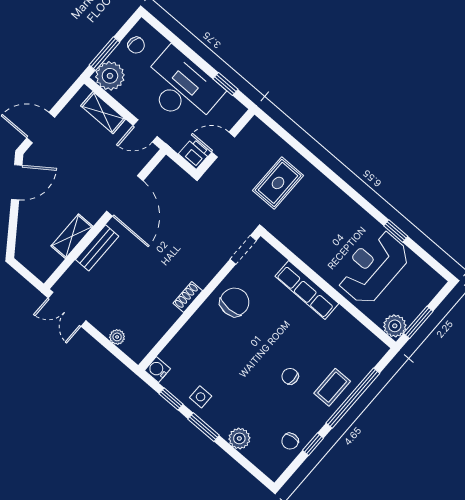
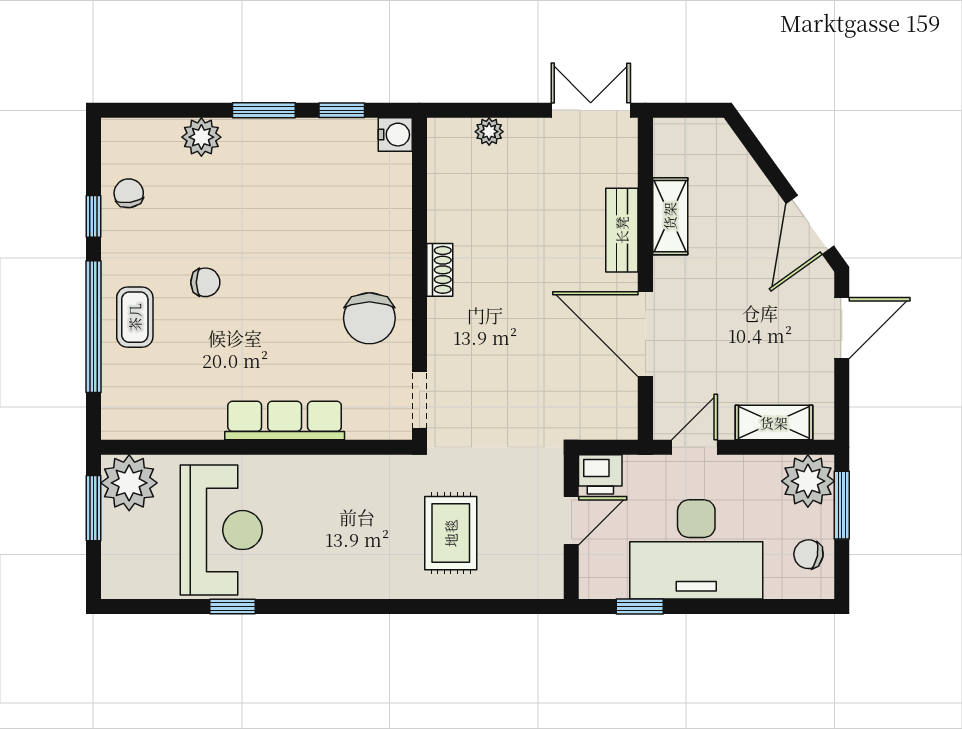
plant: (395, 326) -> (129, 483), width x1.36, depth x1.36
side table: (201, 397) -> (304, 148), removed

